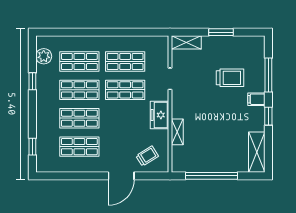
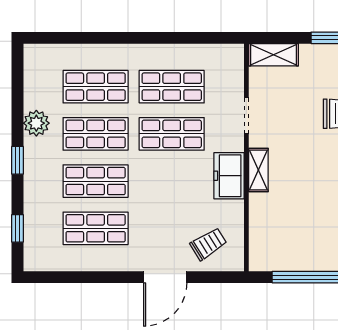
plant: (44, 56) -> (36, 123), moved
window: (32, 81) -> (17, 160), moved
shelving: (177, 132) -> (258, 170), moved

